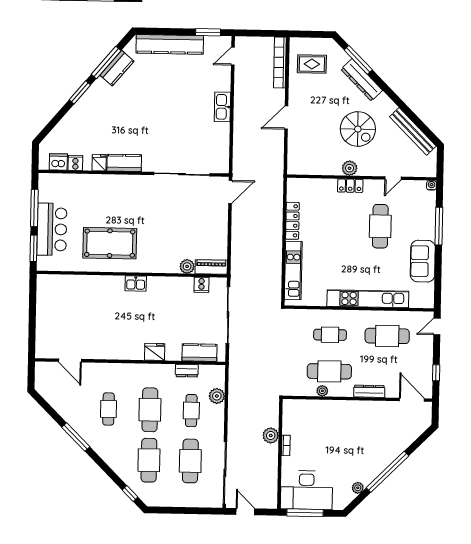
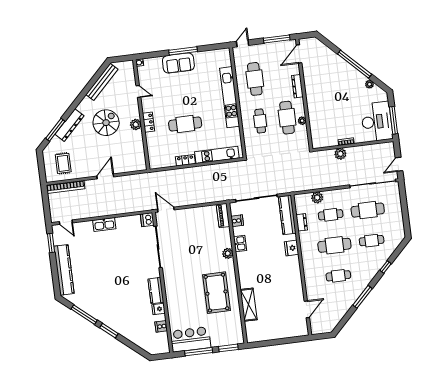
kitchen counter: (117, 68) -> (87, 306), removed
door: (286, 117) -> (105, 176), swing flipped
dishwasher: (58, 162) -> (147, 220), moved
locker: (292, 221) -> (185, 160), width x0.66
cafe table: (380, 226) -> (185, 124), moved
window: (439, 226) -> (183, 51), moved
bar counter: (52, 229) -> (190, 339), moved
sofa: (423, 261) -> (178, 63), moved
plant: (187, 266) -> (228, 253), moved
shelving: (87, 284) -> (249, 305), added
kitchen sink: (136, 284) -> (240, 244), moved
door: (437, 326) -> (243, 43), swing flipped
kitchen counter: (199, 353) -> (287, 215), width x1.50
window: (436, 373) -> (277, 39), width x2.17
cafe table: (149, 460) -> (372, 241), width x0.73, depth x0.74
window: (130, 493) -> (386, 267), moved

